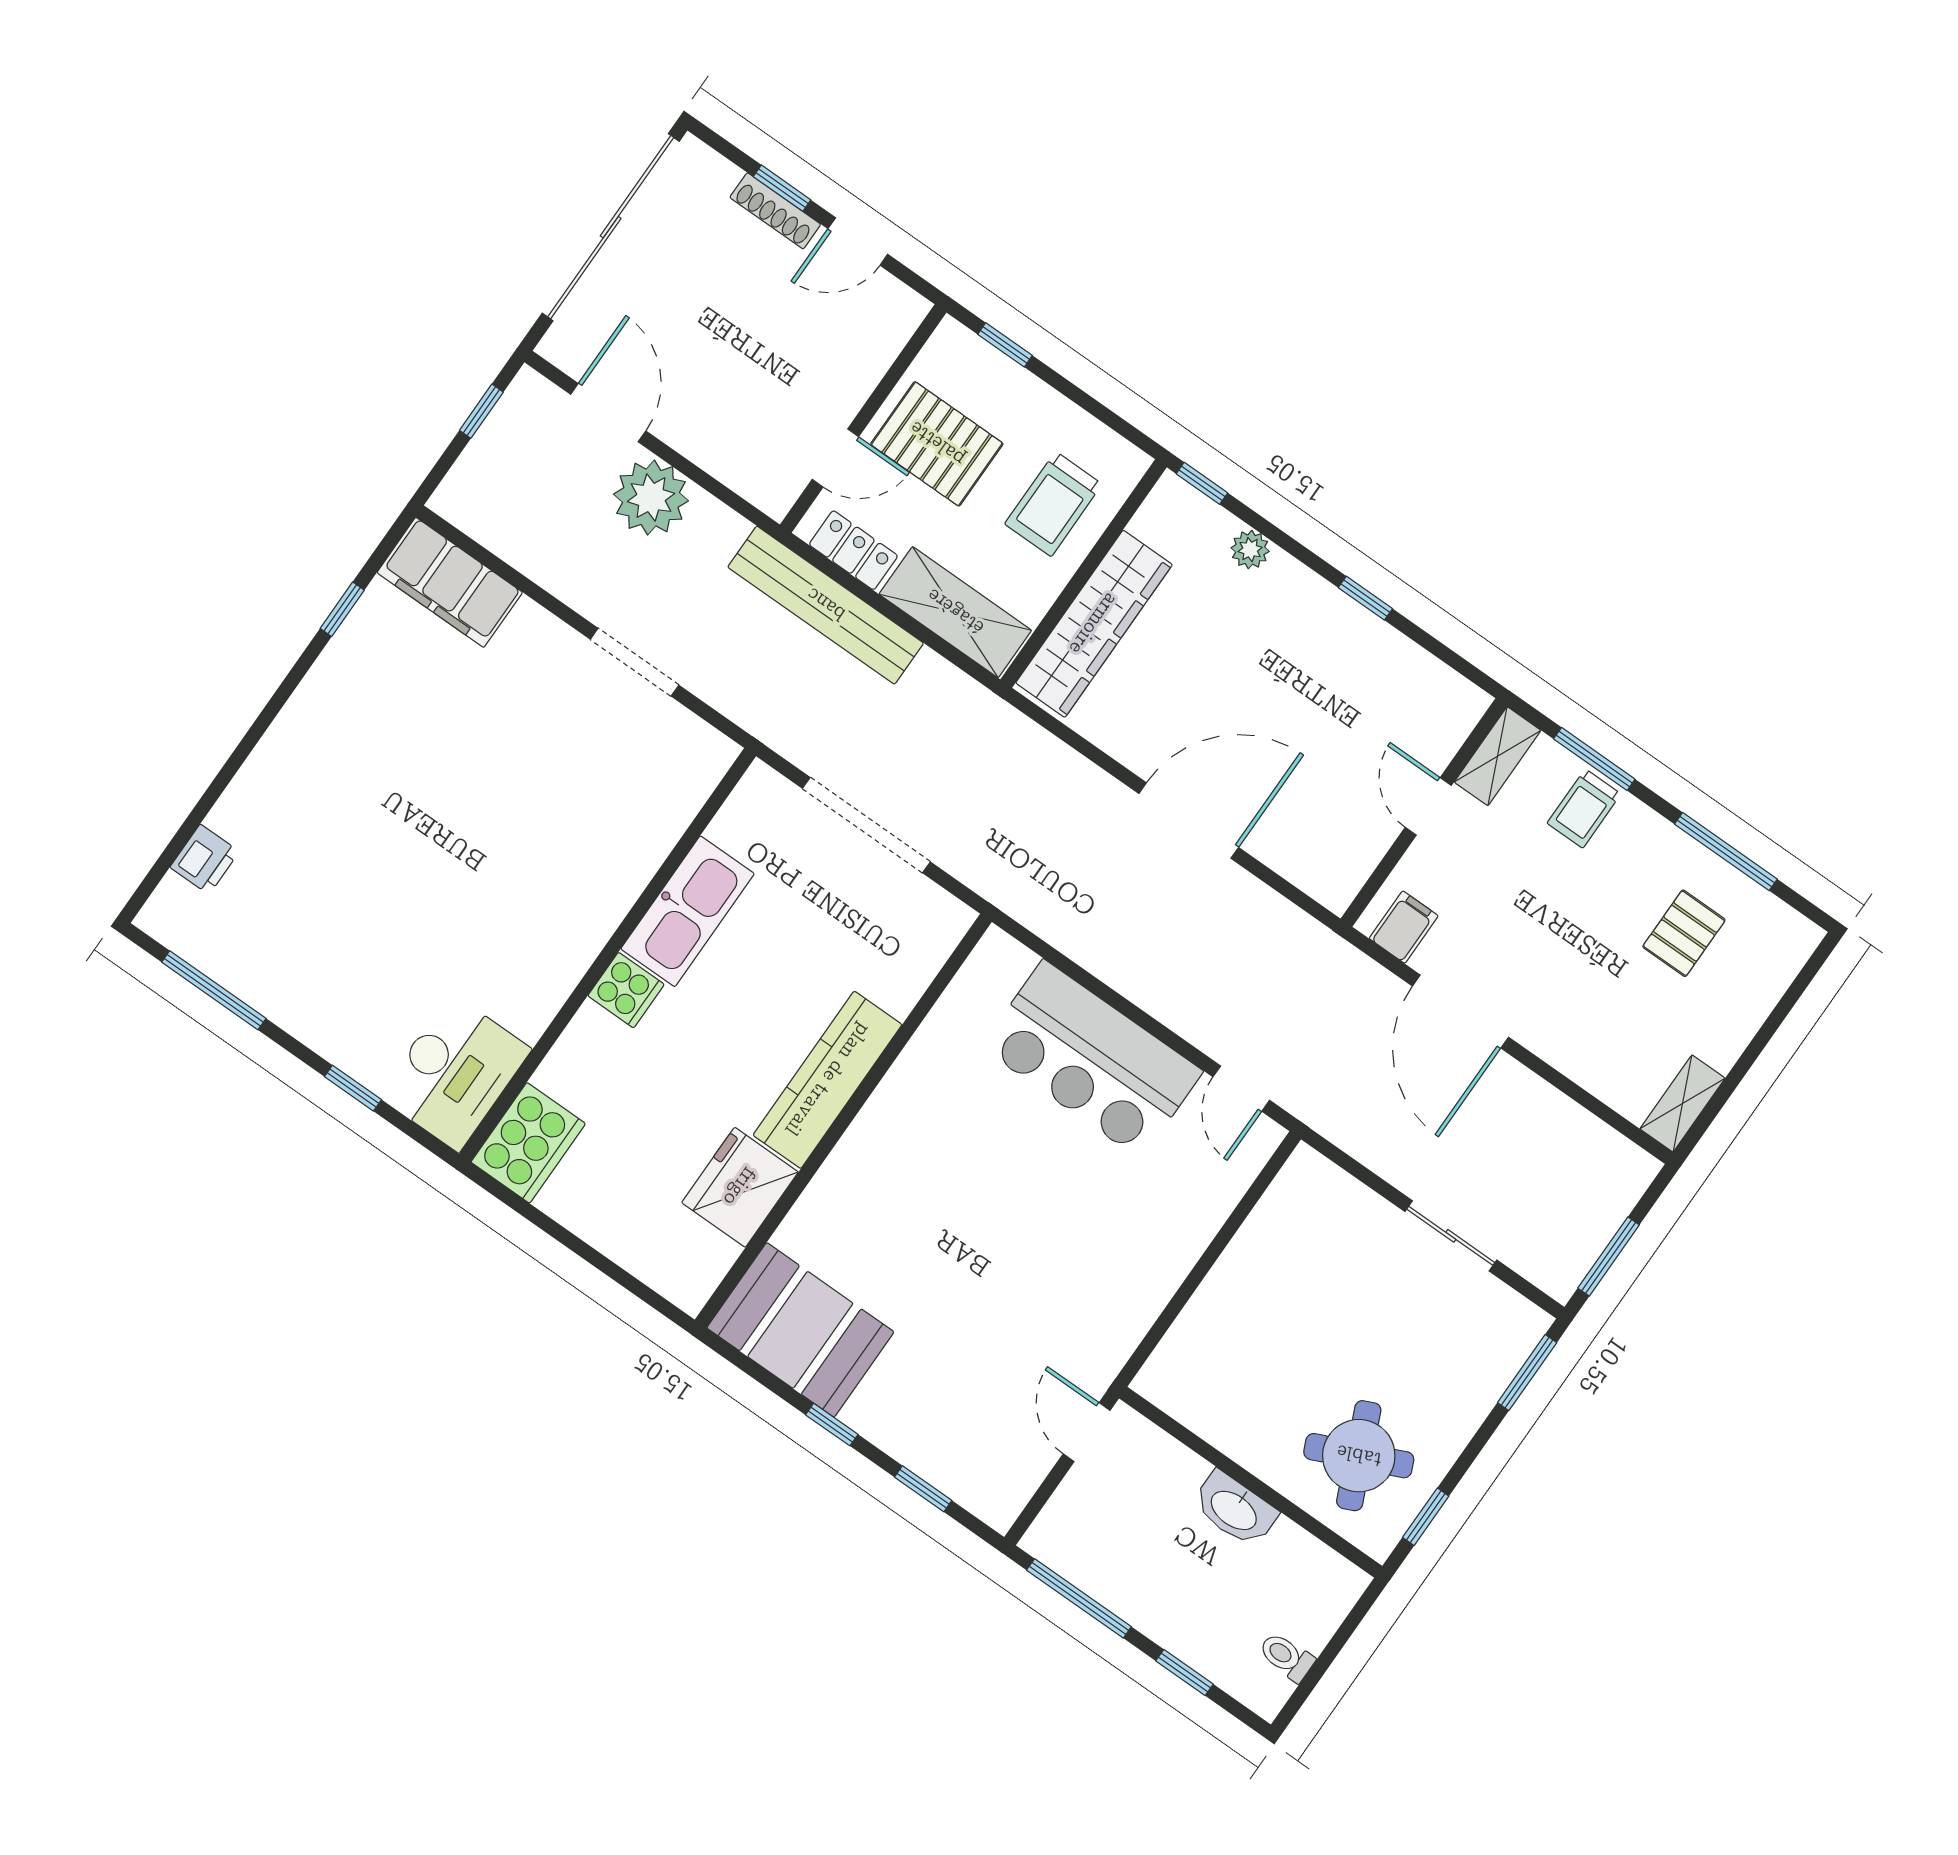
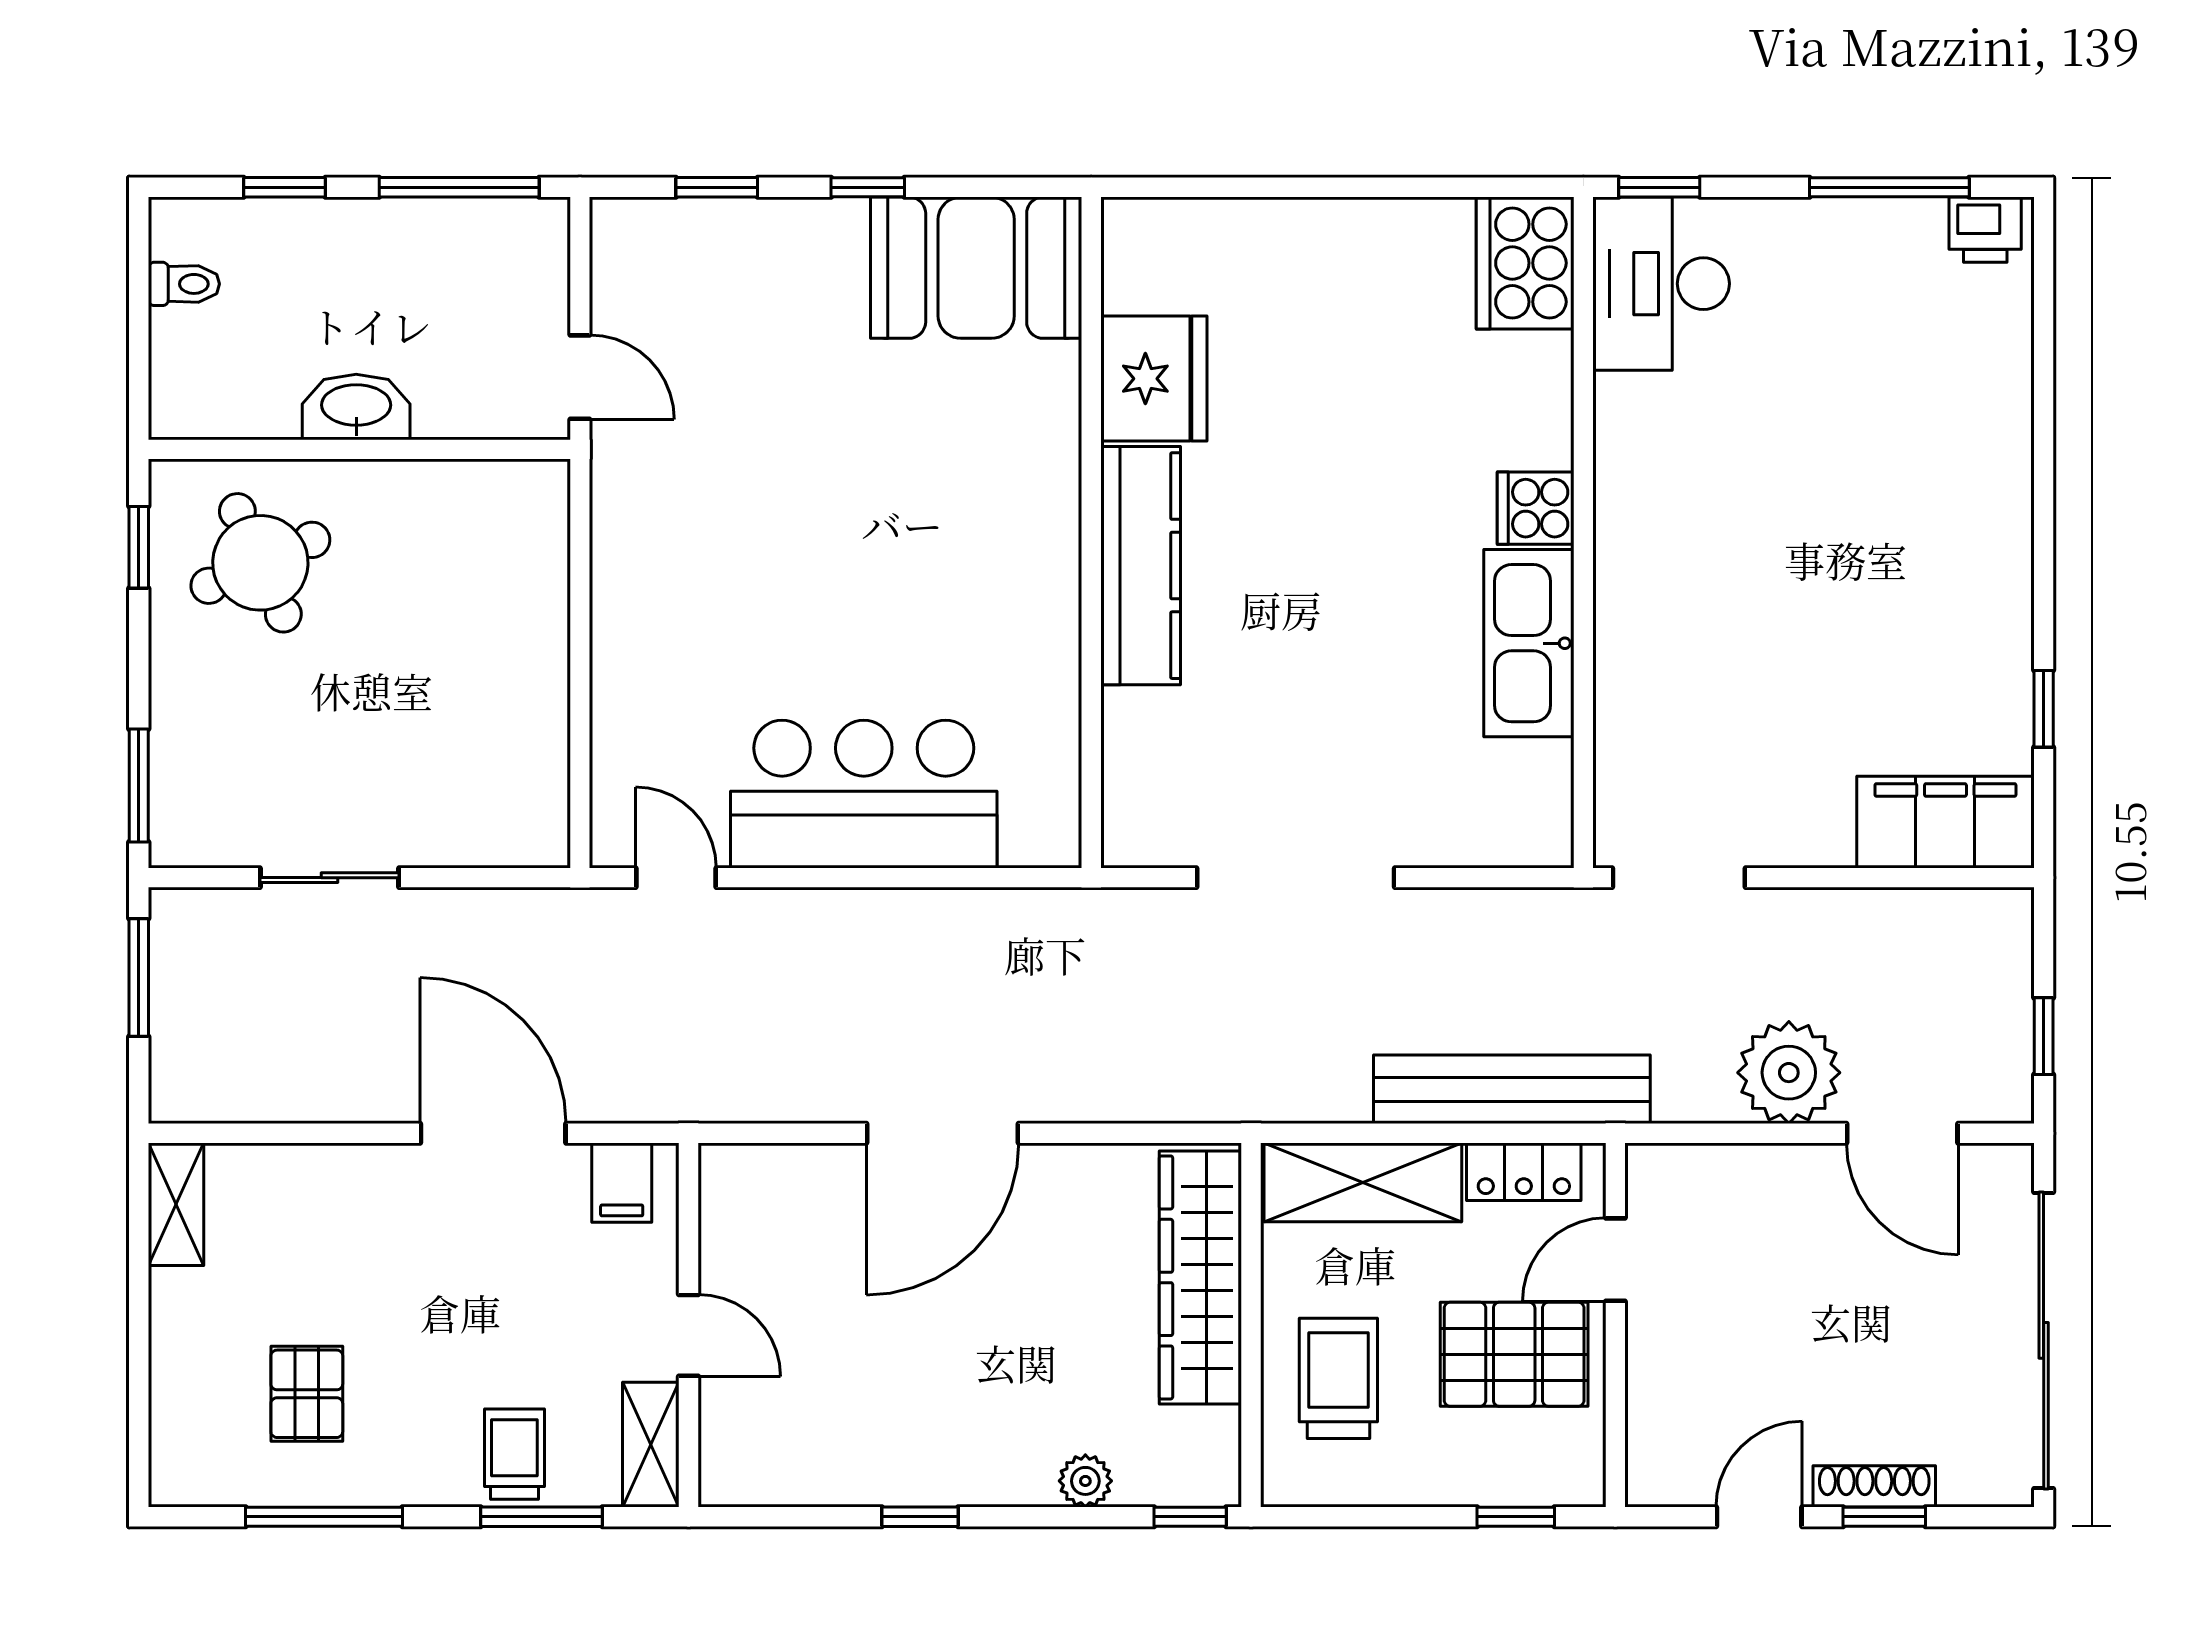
printer: (205, 859) -> (1985, 230), moved, turned -90
kitchen sink: (688, 911) -> (1529, 643), moved
wall: (607, 955) -> (1583, 532), moved
cooker: (626, 990) -> (1536, 508), moved
desk: (455, 1073) -> (1661, 284), moved
cooker: (528, 1143) -> (1525, 263), moved

